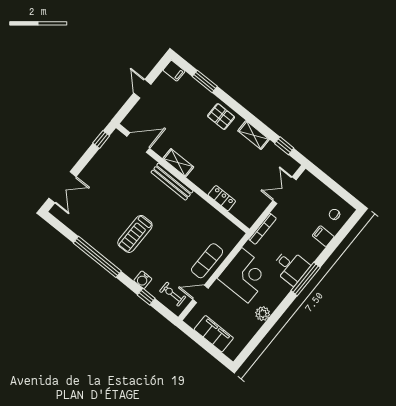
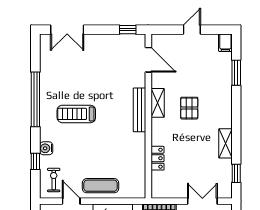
pallet: (221, 117) -> (189, 108), moved

